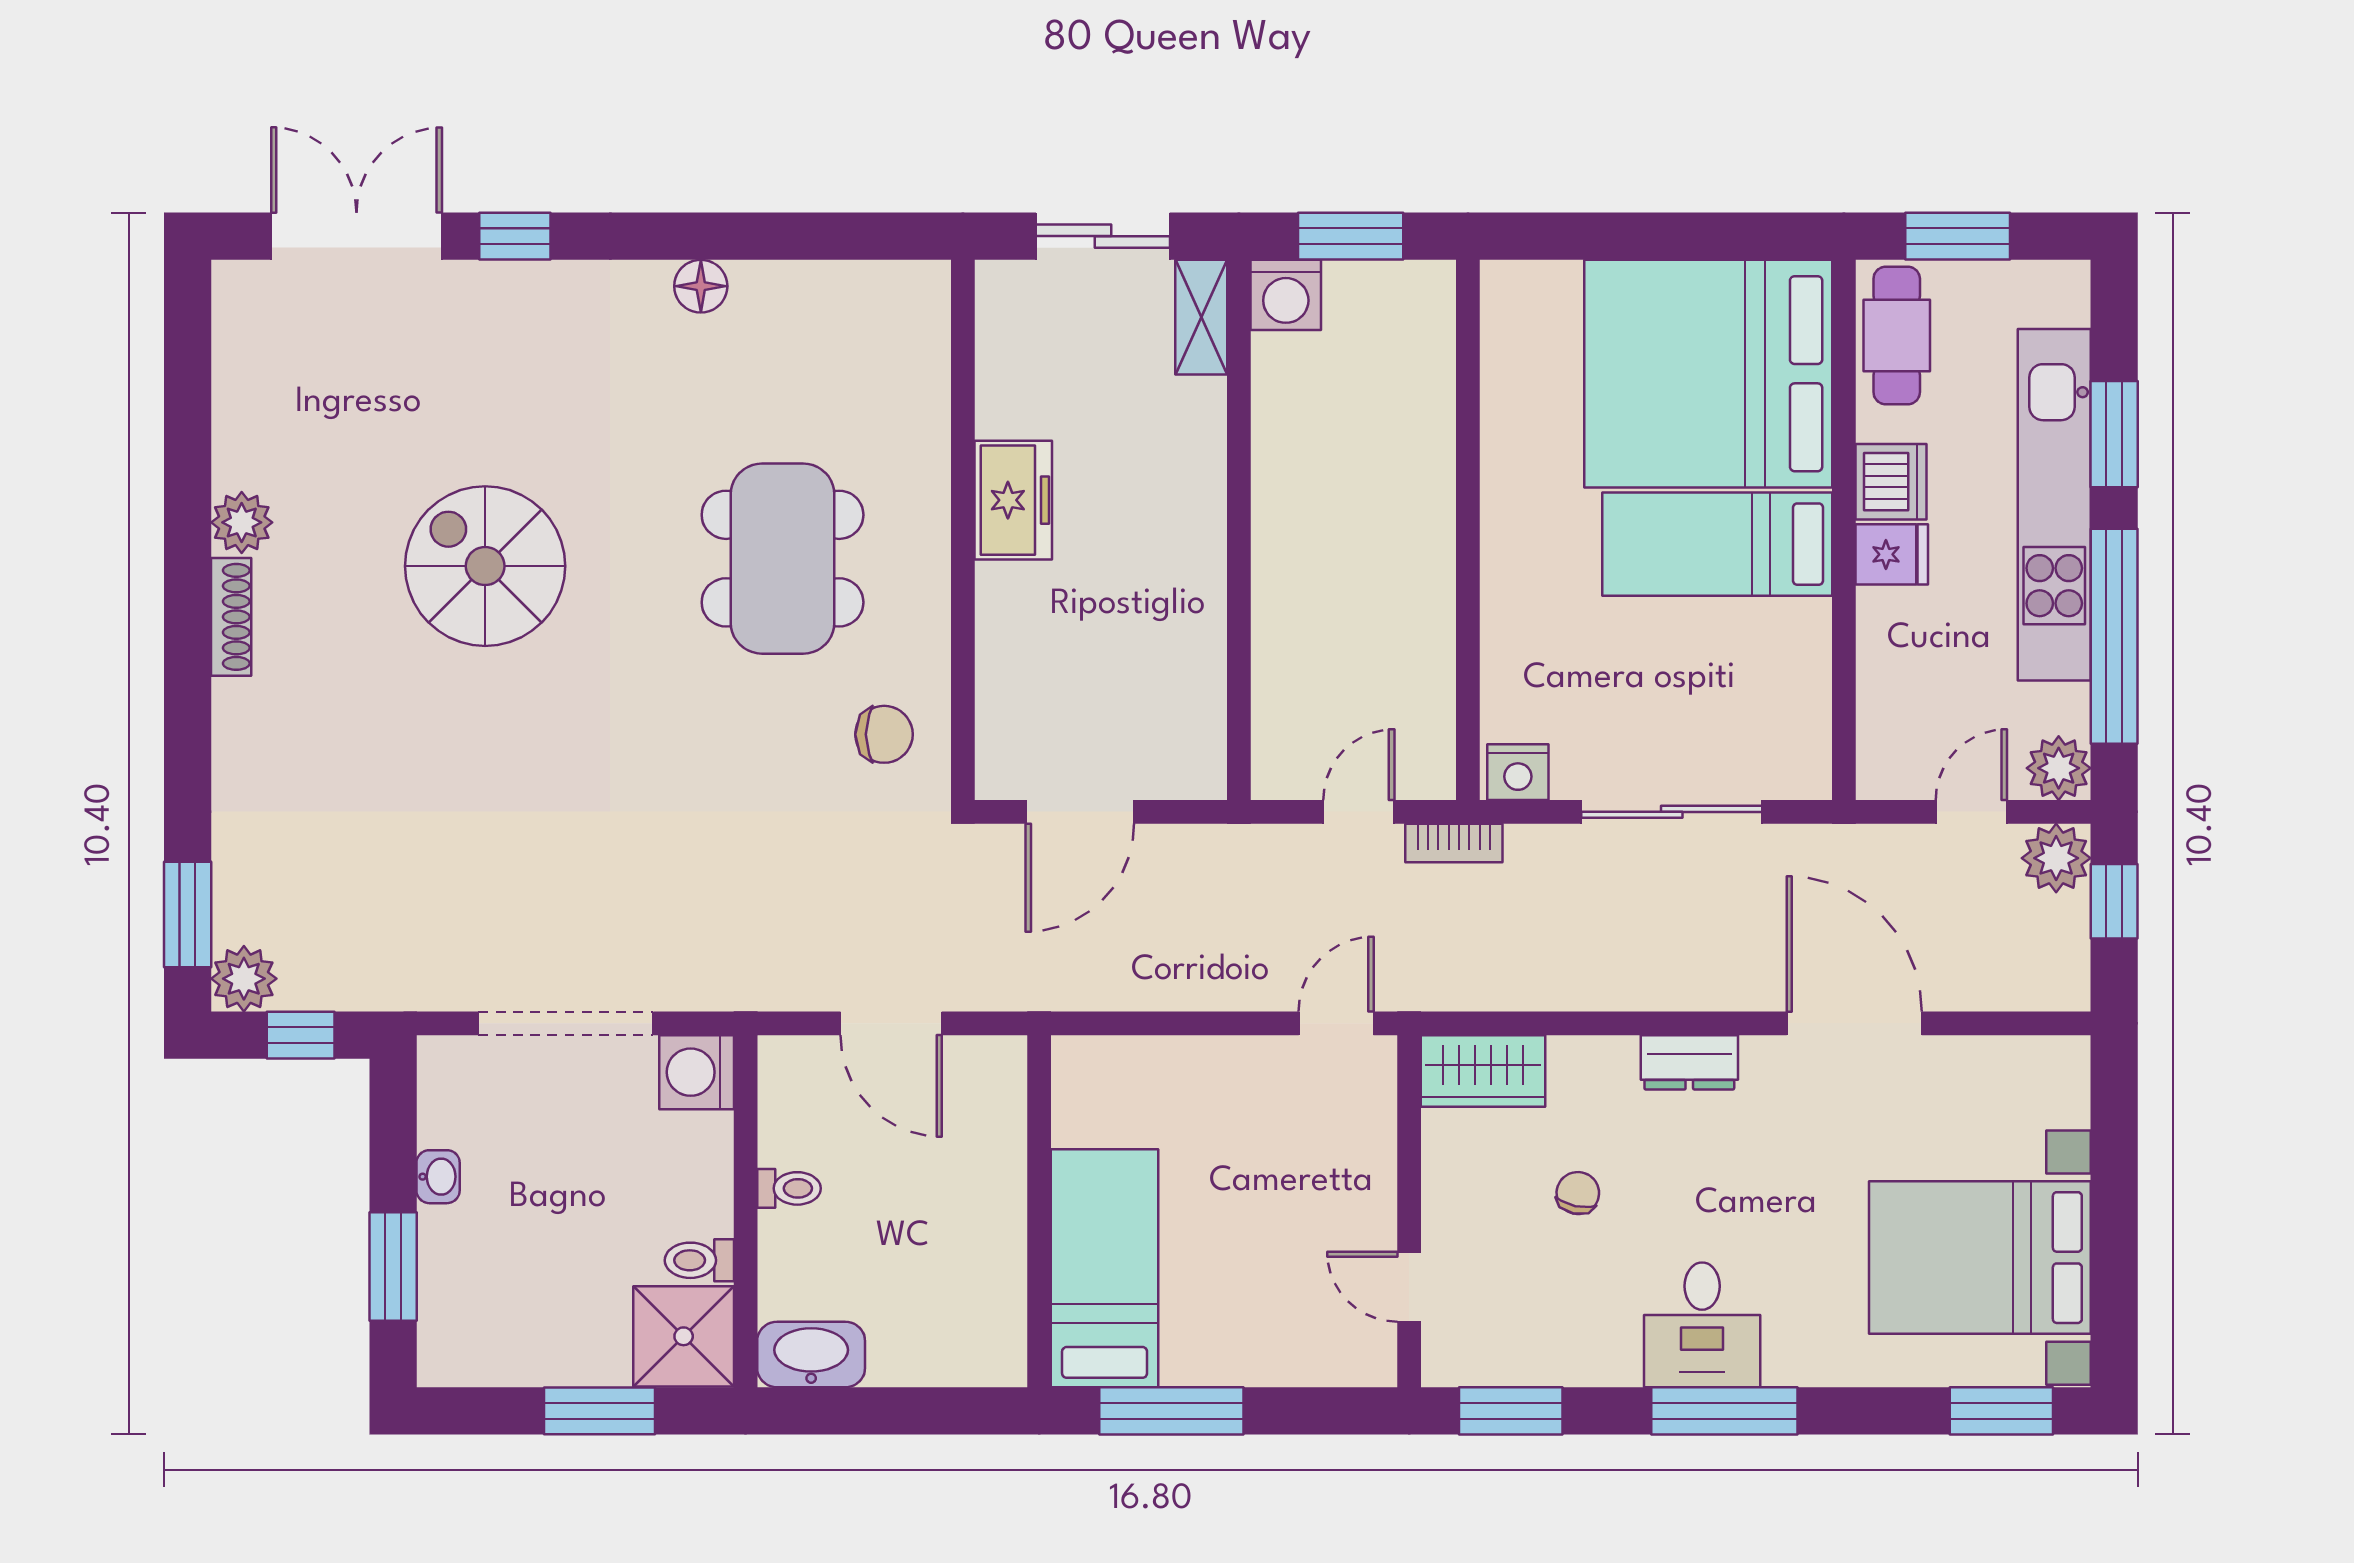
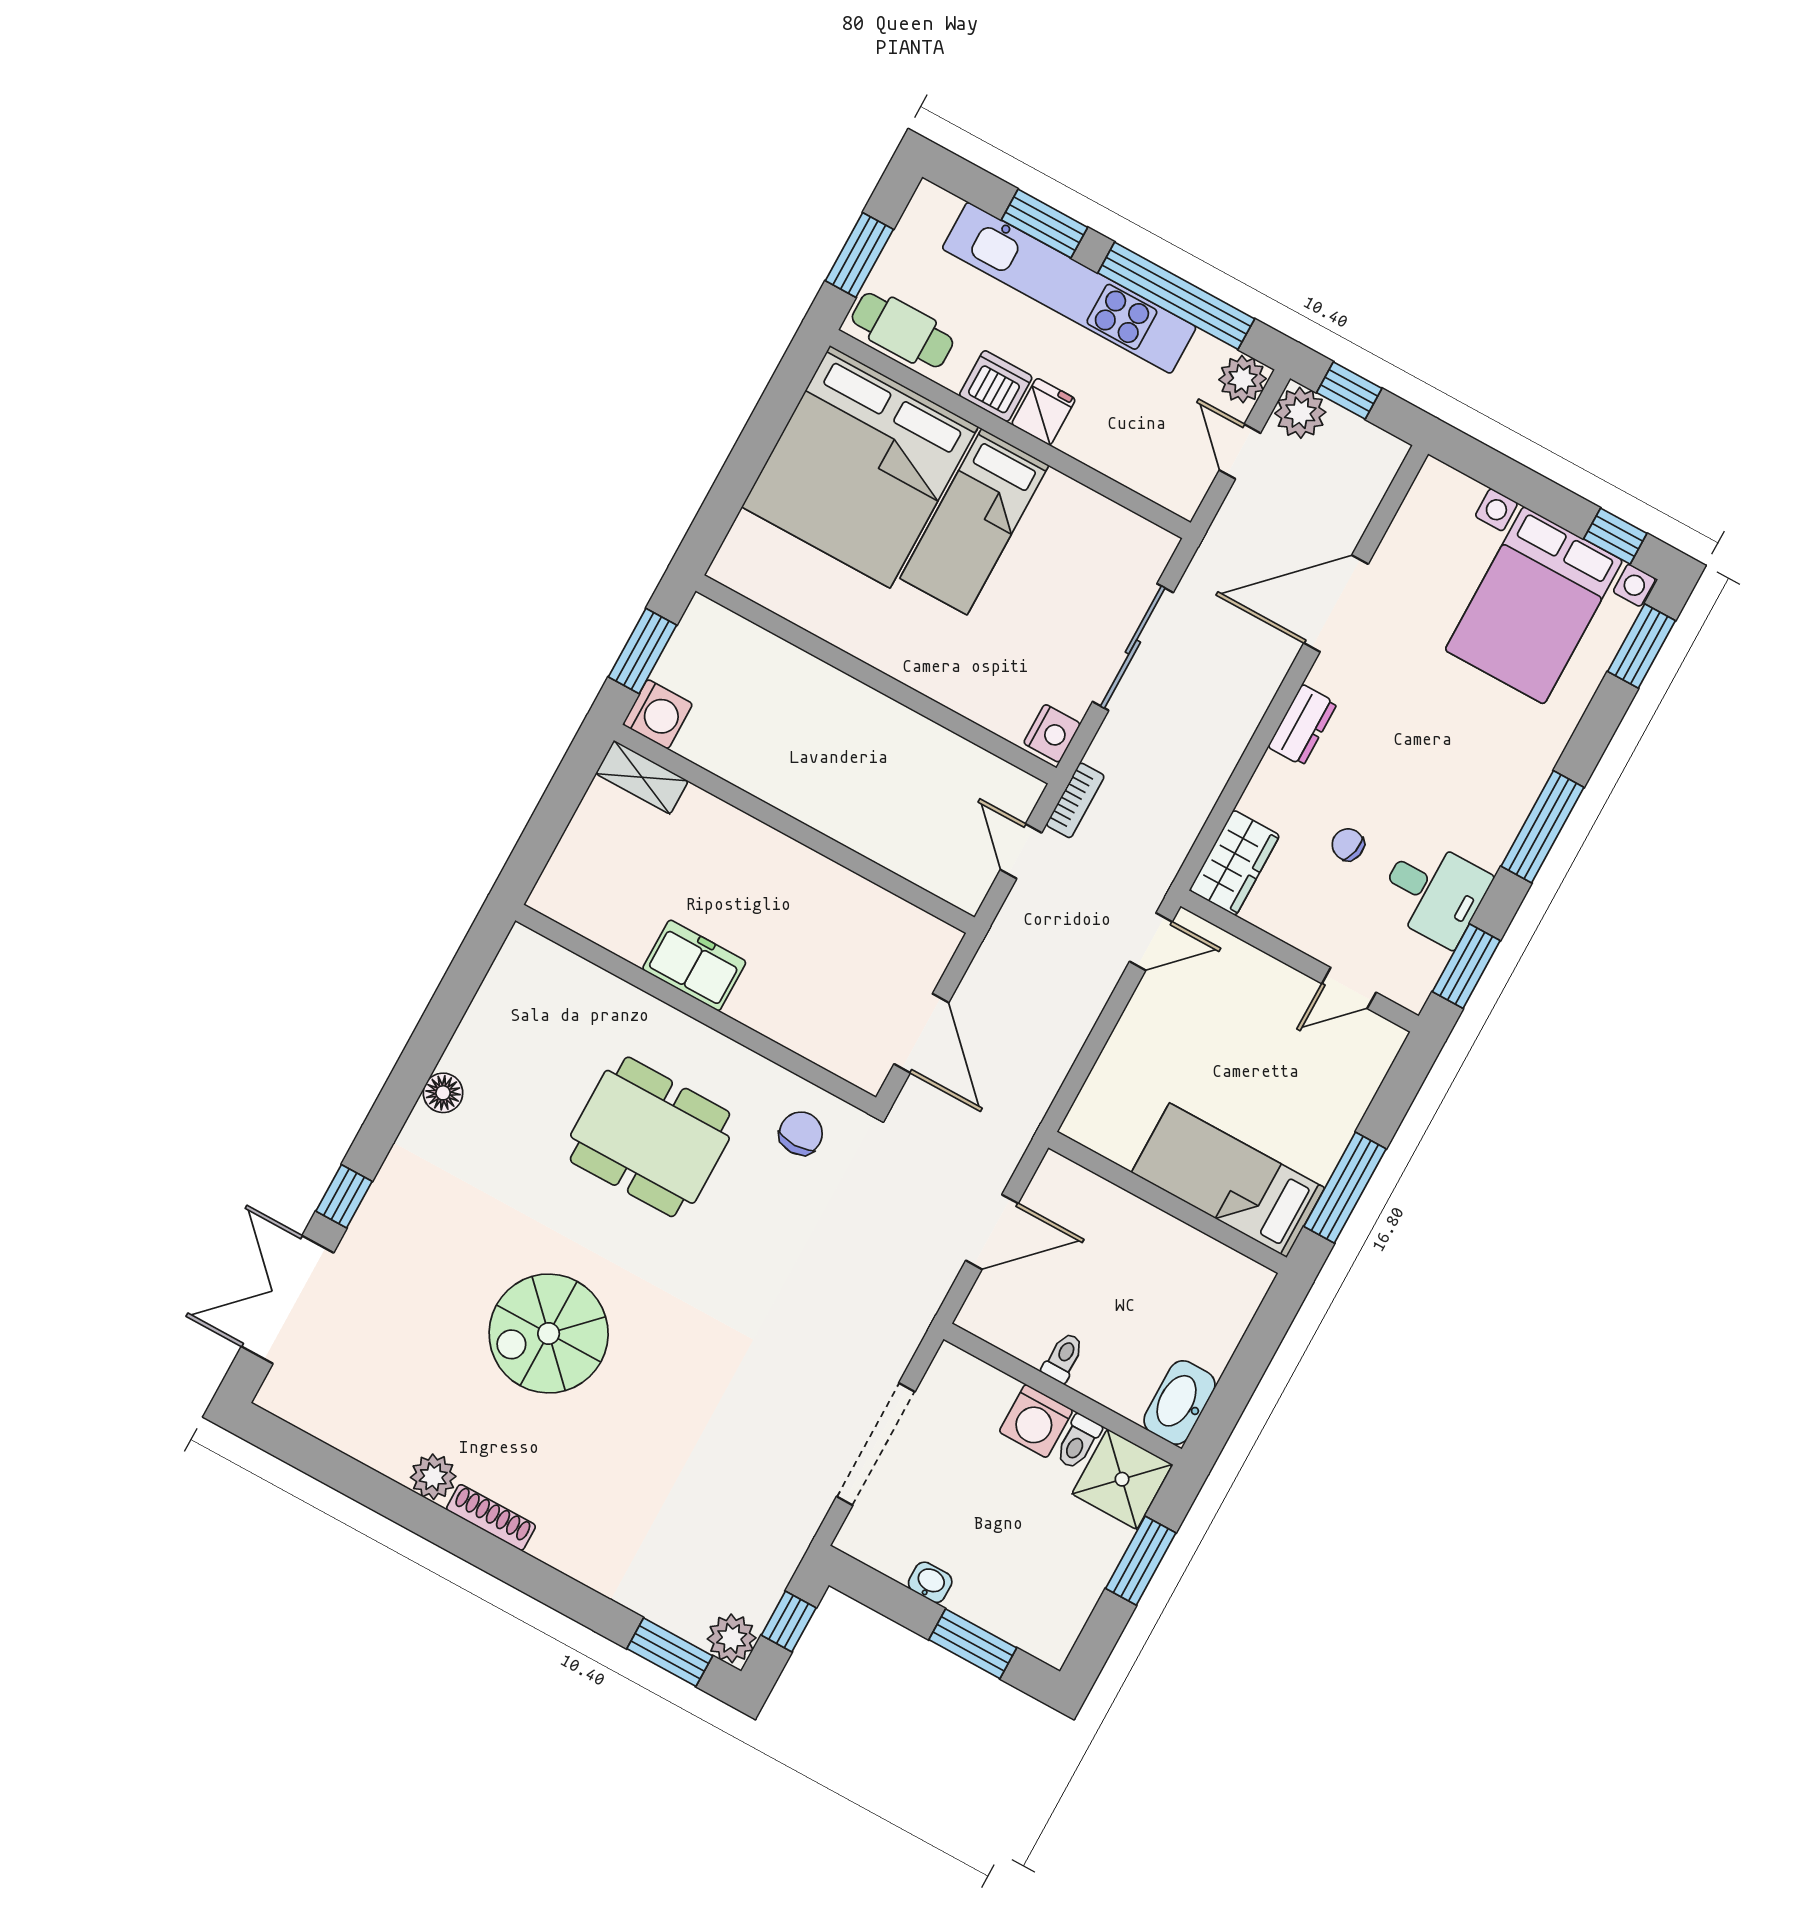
sliding door: (1103, 236) -> (554, 813), removed
door: (1336, 1023) -> (1151, 942), swing flipped
washing machine: (697, 1072) -> (1036, 1421), moved
window: (2114, 1309) -> (1615, 536), added
desk: (1702, 1325) -> (1434, 892), moved

